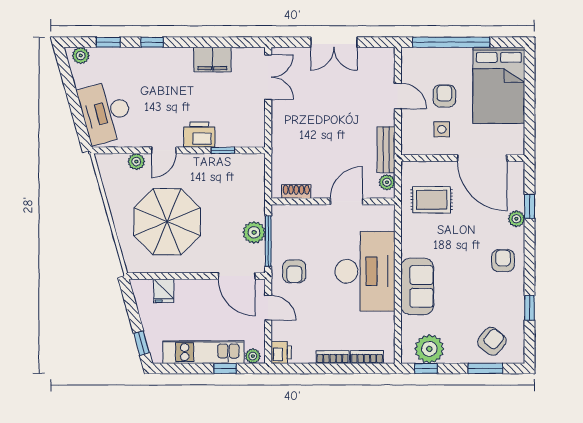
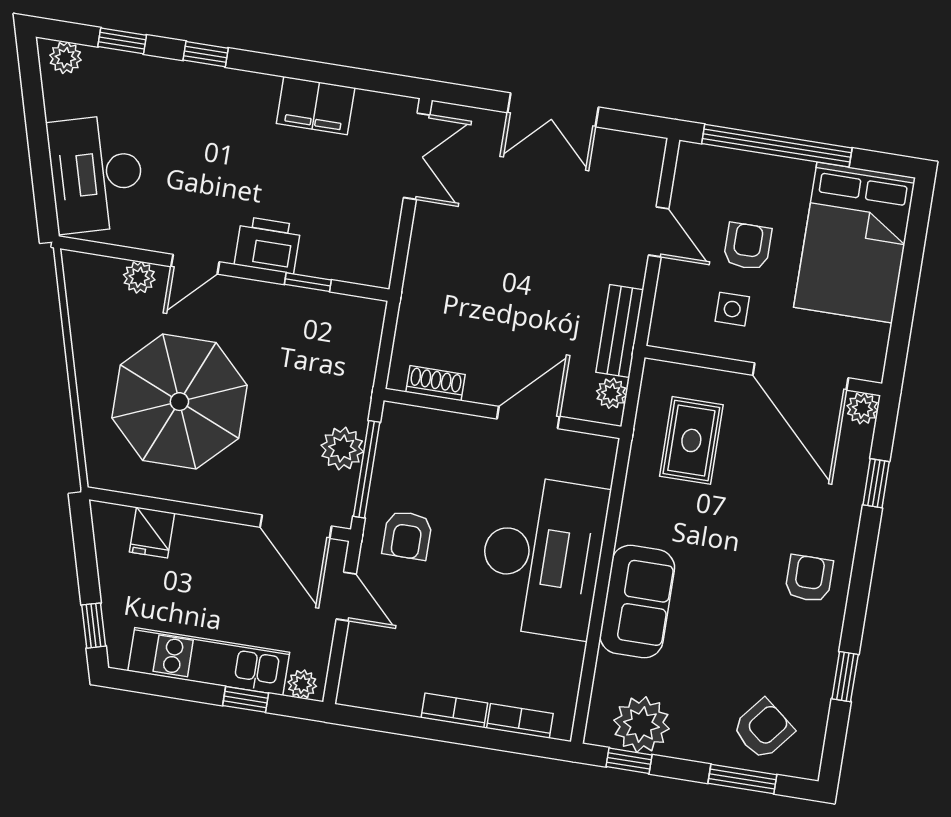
rug: (432, 200) -> (691, 440), turned 90
plant: (516, 219) -> (862, 408), moved
printer: (281, 352) -> (357, 686), removed

